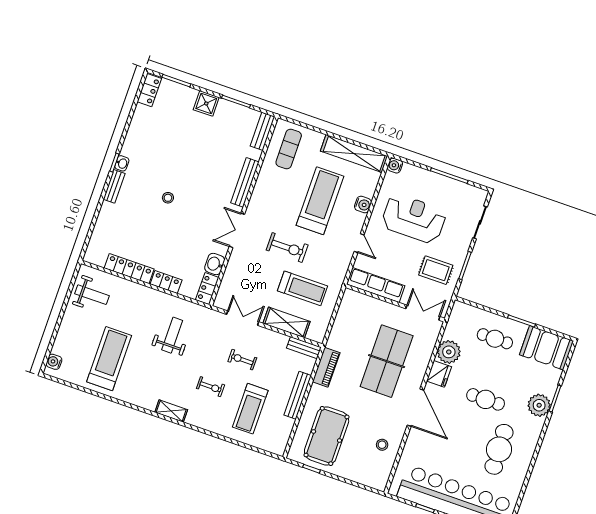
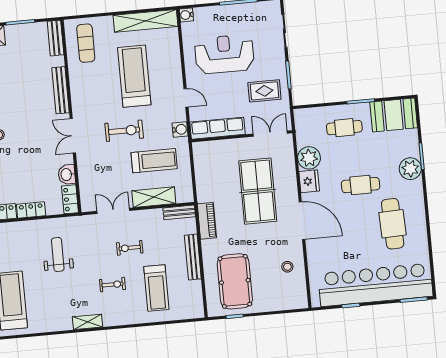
water cooler: (363, 205) -> (180, 129), moved

